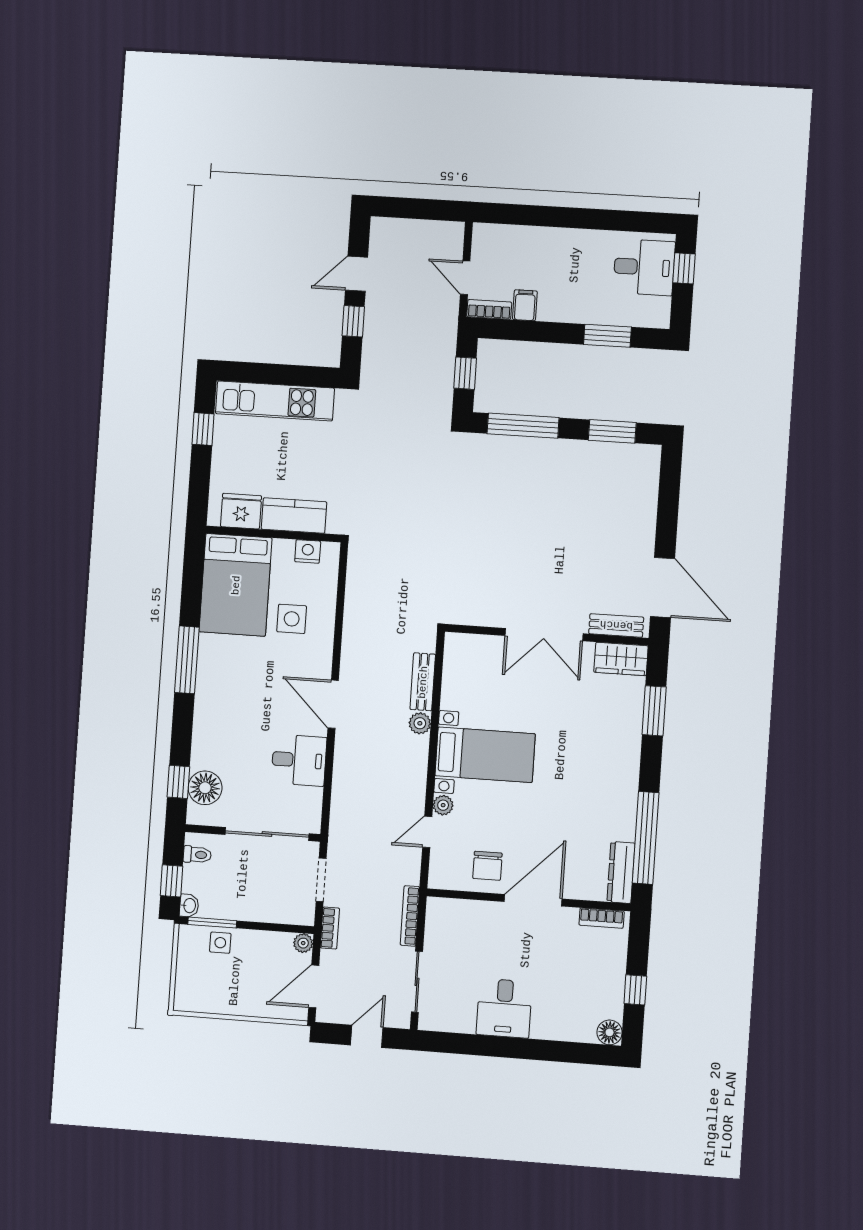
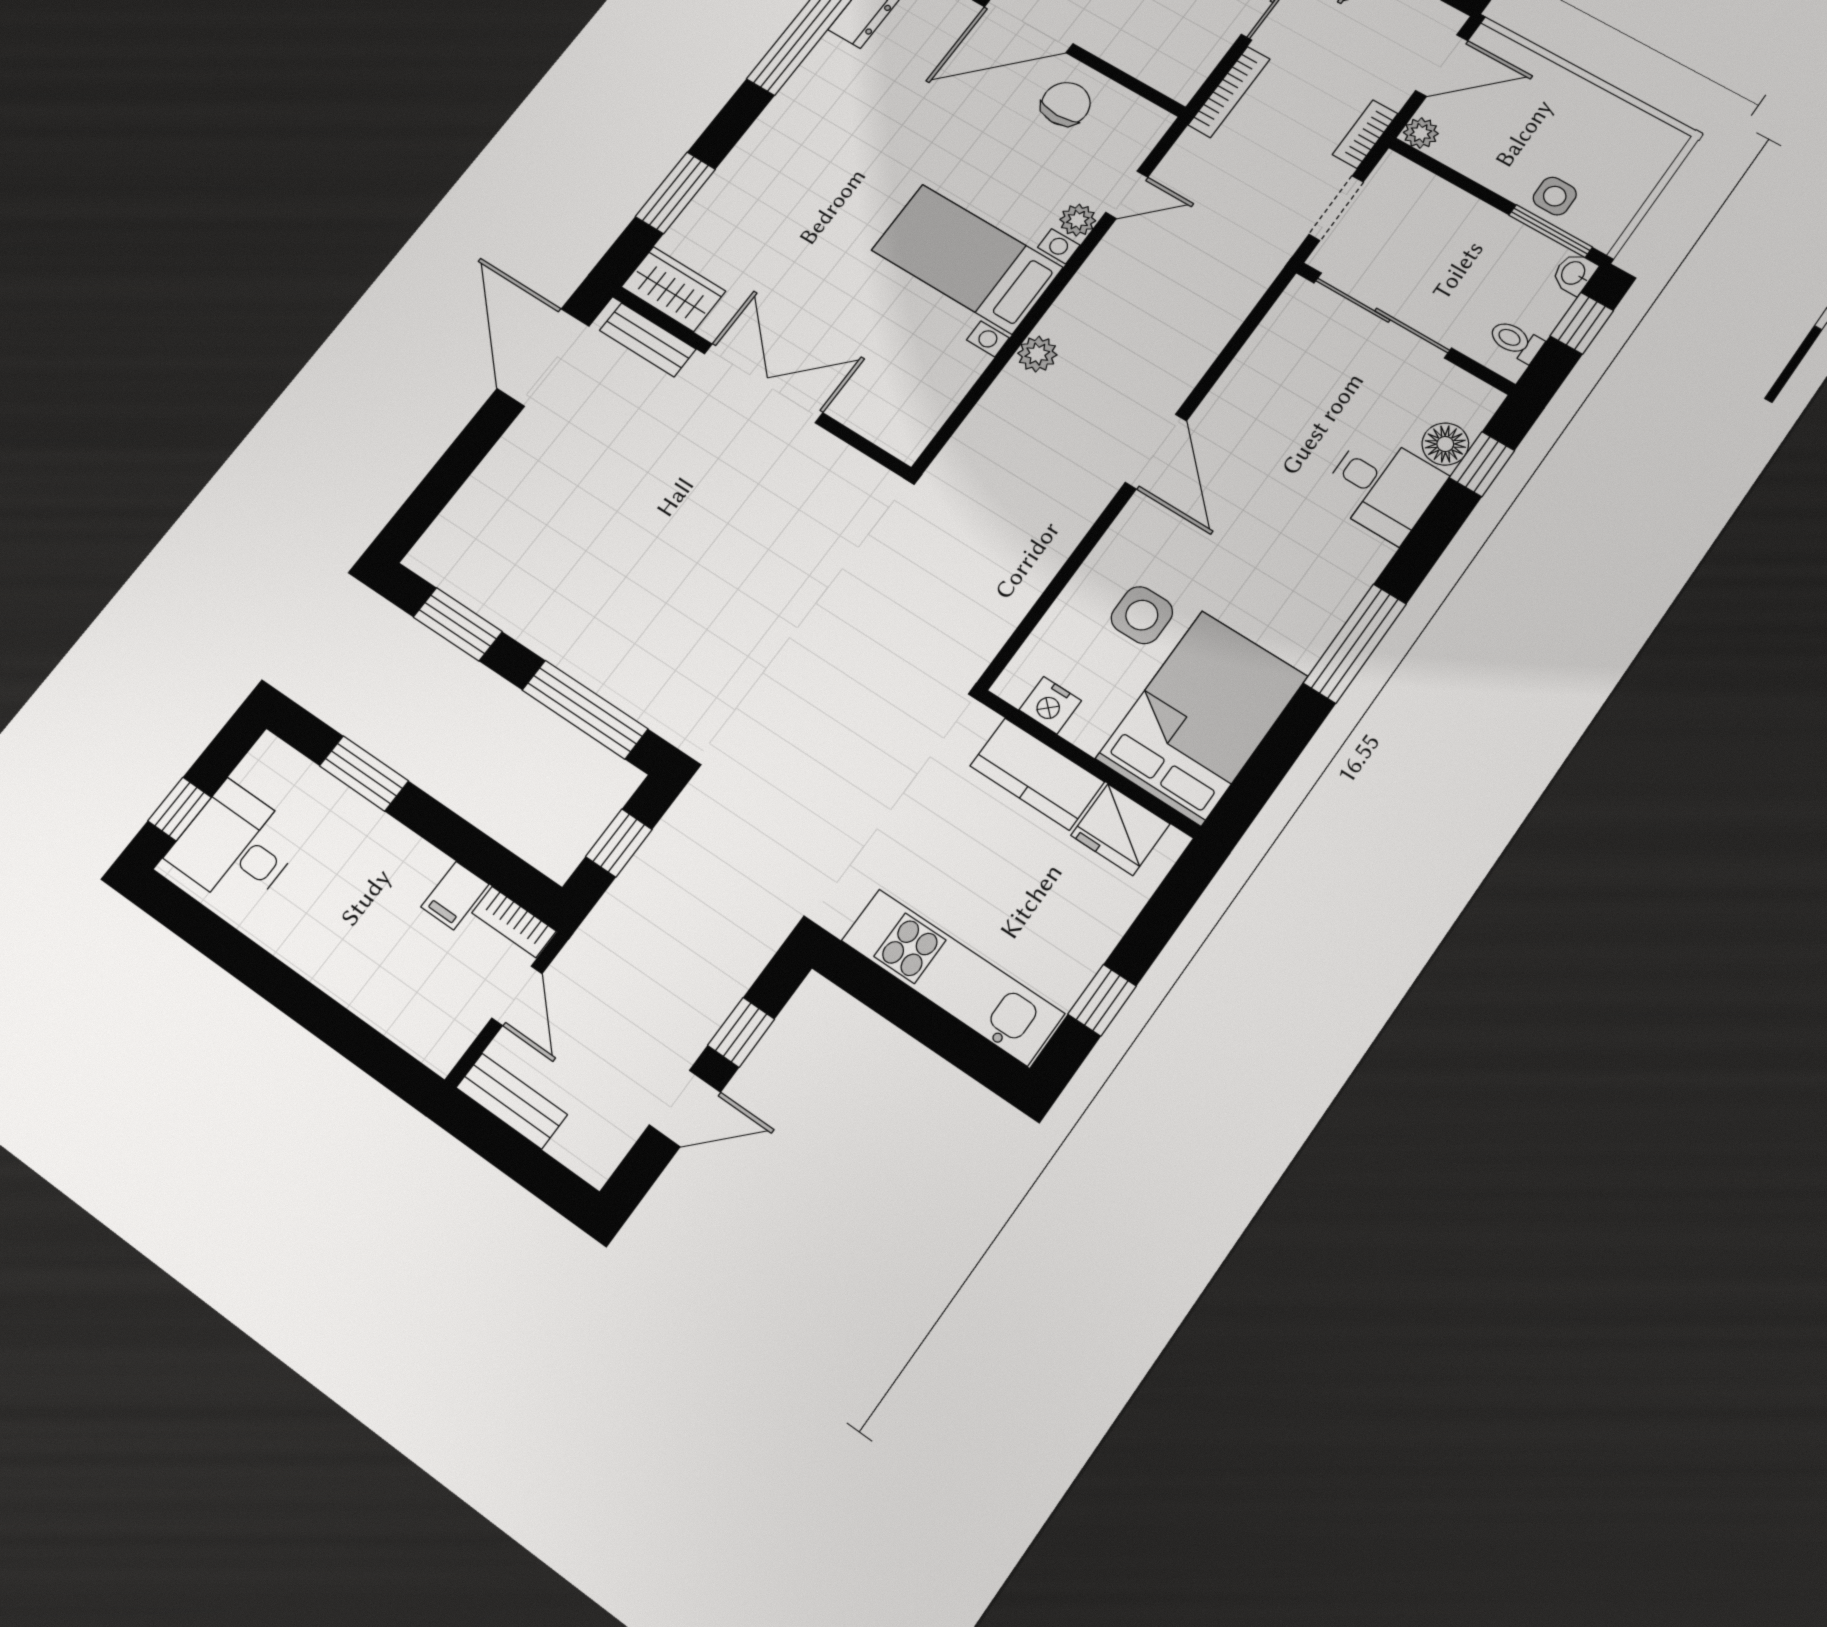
bench: (423, 682) -> (512, 1101), moved, turned 90
desk: (299, 760) -> (1383, 487), moved, turned 180
floor lamp: (205, 788) -> (1445, 444), width x0.73, depth x0.73

